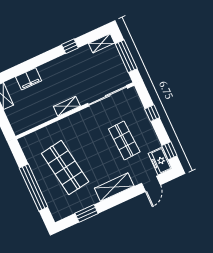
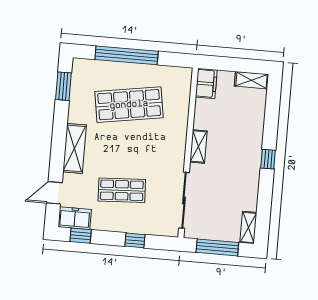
window: (70, 46) -> (268, 159), moved
filing cabinet: (29, 79) -> (206, 84), moved, turned 180
door: (151, 184) -> (54, 193), hinge flipped
window: (87, 213) -> (63, 86), moved

